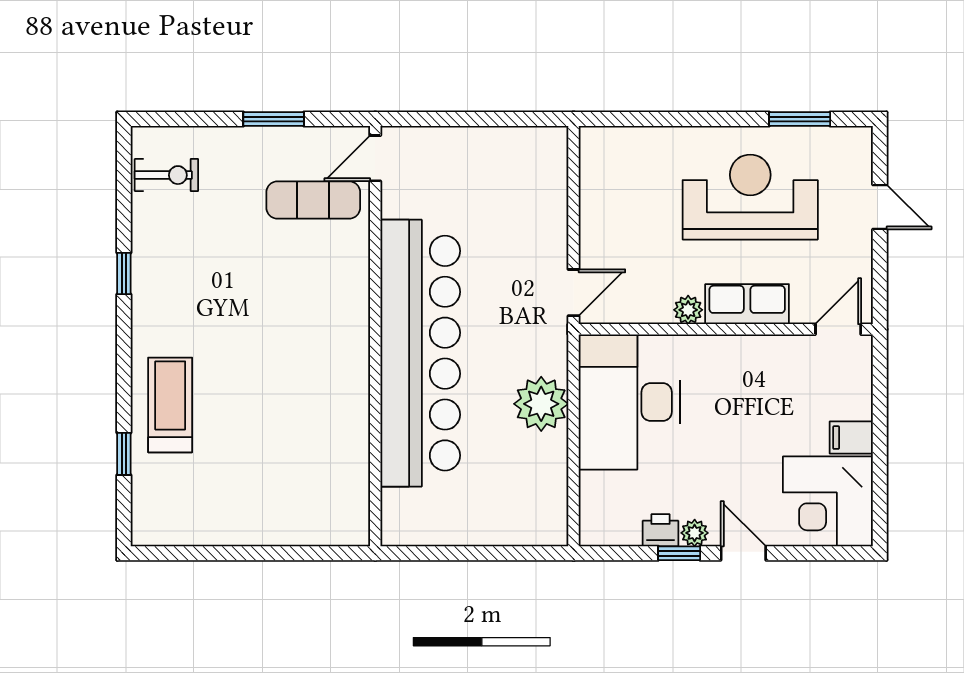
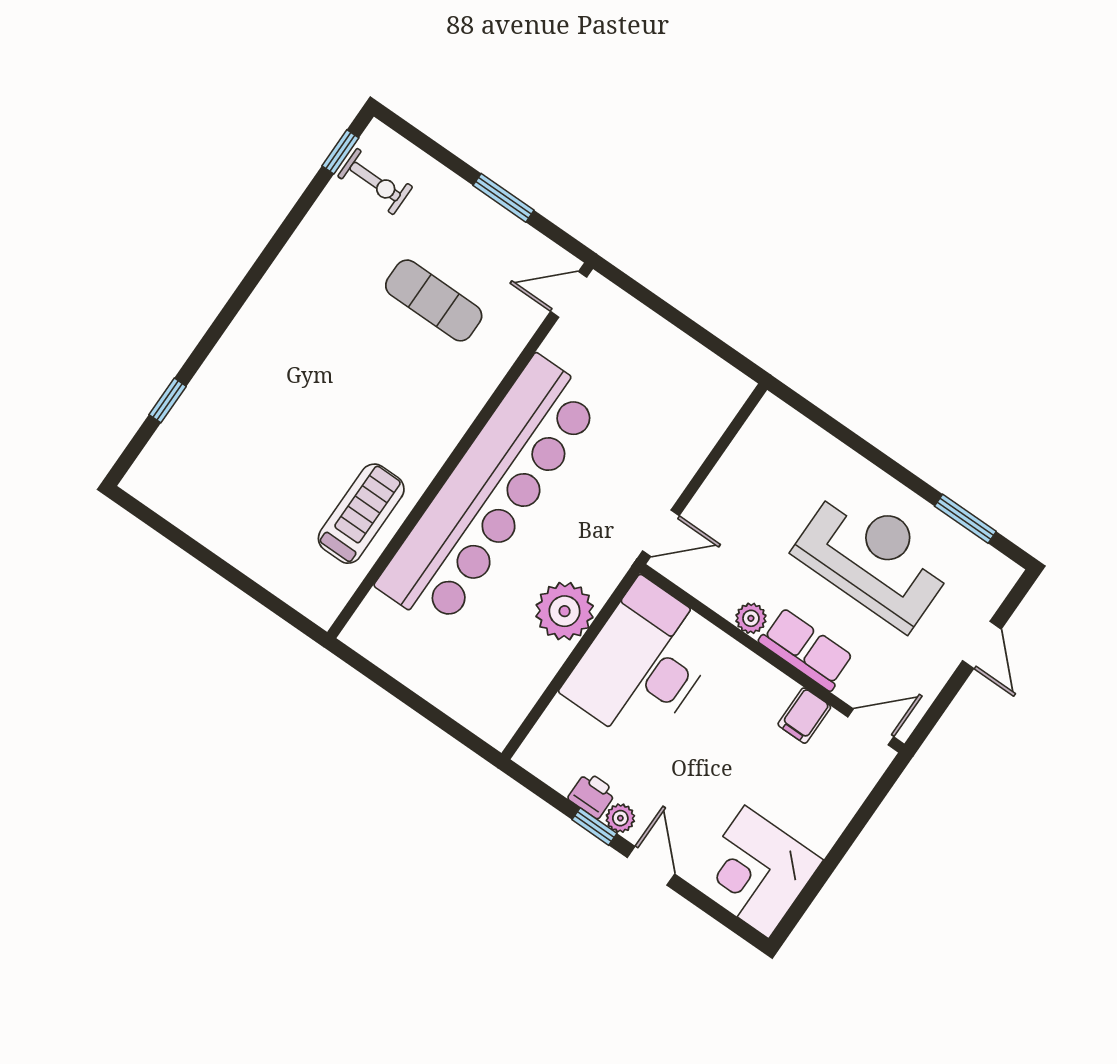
exercise mat: (313, 200) -> (434, 300), moved
window: (124, 273) -> (340, 152), moved
treadmill: (170, 405) -> (361, 514), moved
filing cabinet: (851, 438) -> (804, 716), moved, turned -90

